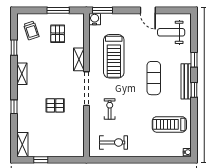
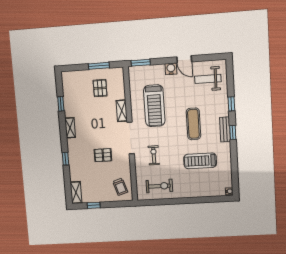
water cooler: (95, 19) -> (171, 69), moved
trolley: (31, 30) -> (120, 187), moved
bench: (186, 81) -> (225, 129), width x0.73
treadmill: (169, 124) -> (200, 161), moved

